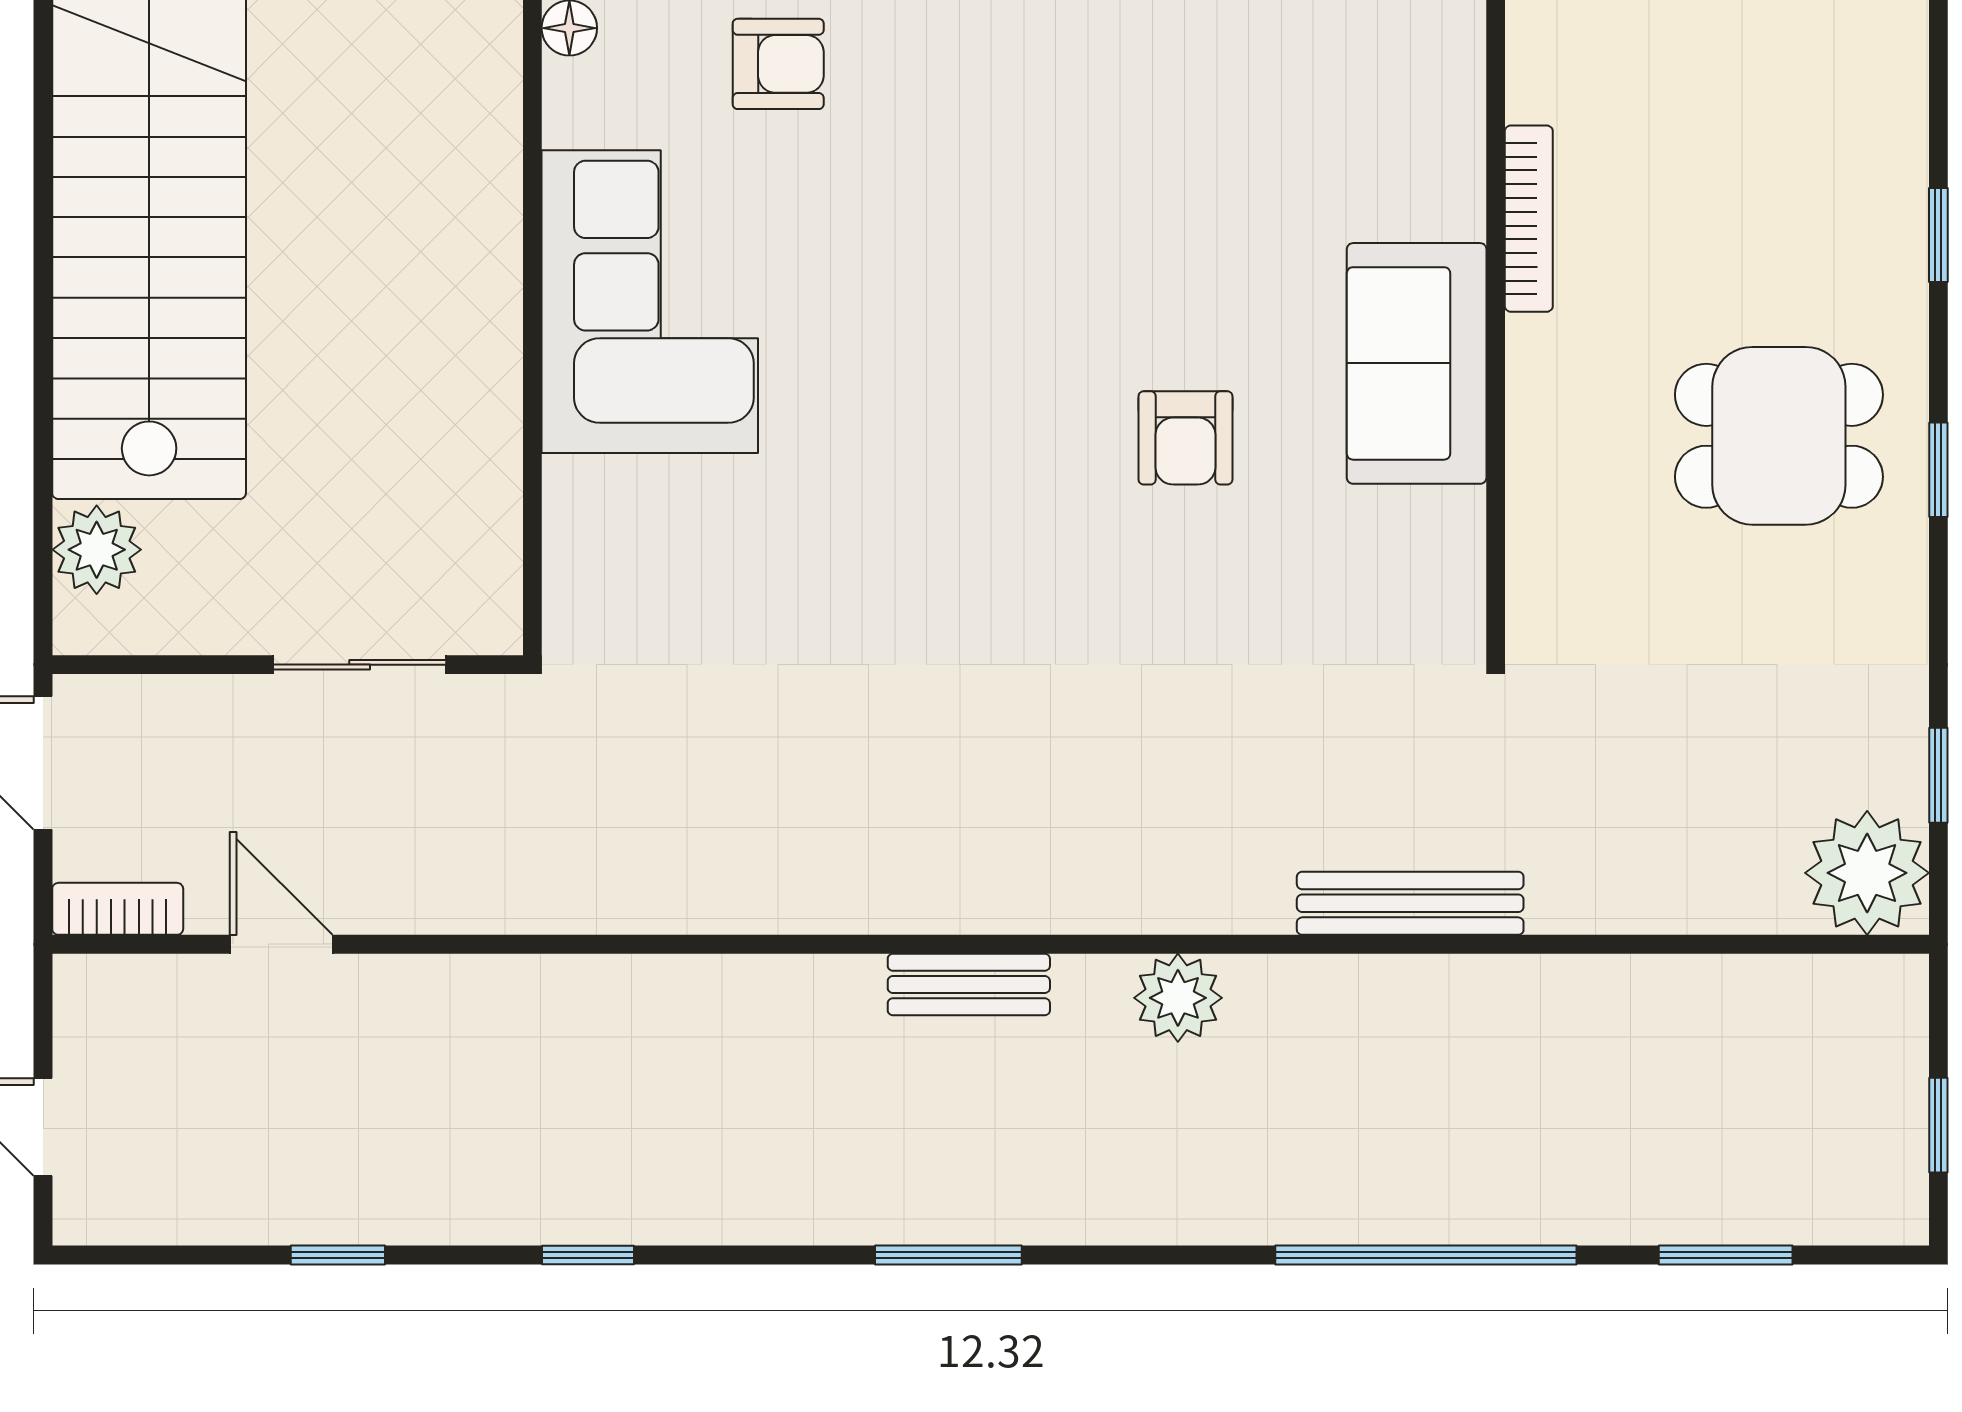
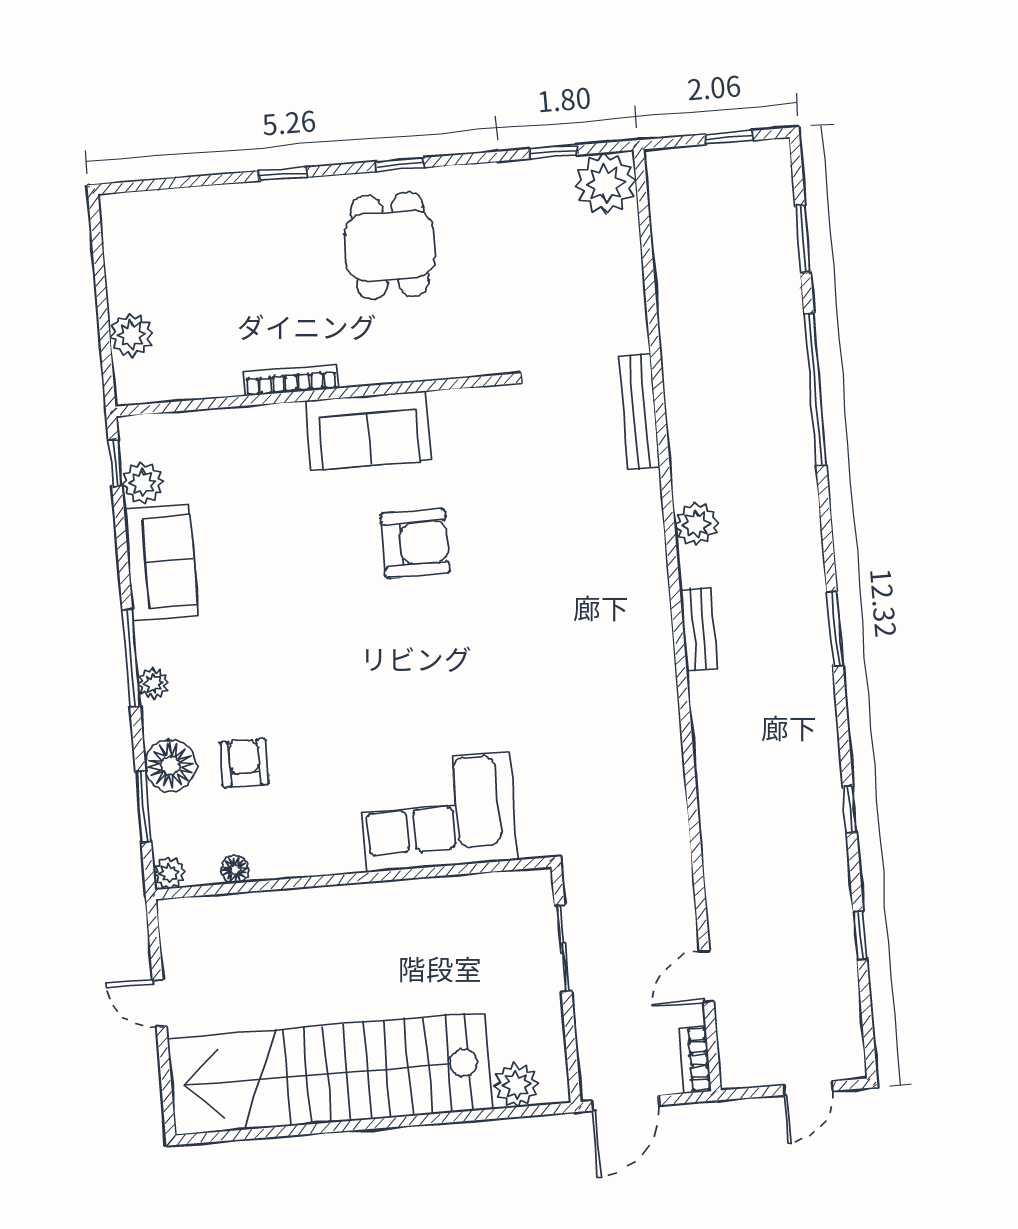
corner sofa: (650, 302) -> (438, 812), moved
armchair: (1185, 438) -> (415, 543), width x1.38, depth x1.38

